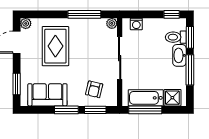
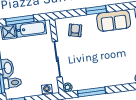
rug: (55, 46) -> (112, 62), removed
window: (95, 110) -> (72, 13), removed
window: (145, 110) -> (20, 20), moved

